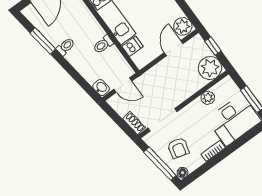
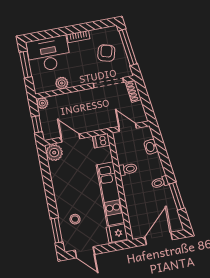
dishwasher: (132, 46) -> (101, 141), moved
door: (174, 48) -> (70, 138), swing flipped
plant: (210, 68) -> (42, 103), width x0.53, depth x0.53
washbasin: (101, 88) -> (151, 147), moved
floor lamp: (182, 173) -> (113, 31), removed

